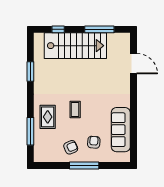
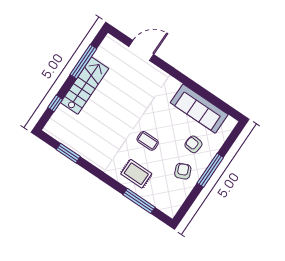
stairs: (75, 46) -> (85, 86), width x0.73, depth x0.66
window: (30, 71) -> (68, 153), moved

